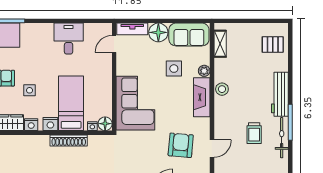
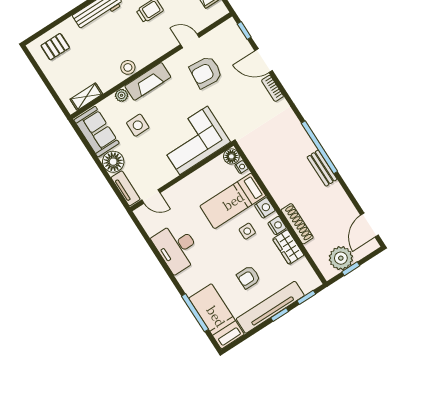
desk: (69, 39) -> (177, 248), width x1.37
pallet: (273, 45) -> (55, 47), turned 90
side table: (30, 90) -> (247, 231), moved
shoe rack: (69, 141) -> (297, 224), moved

